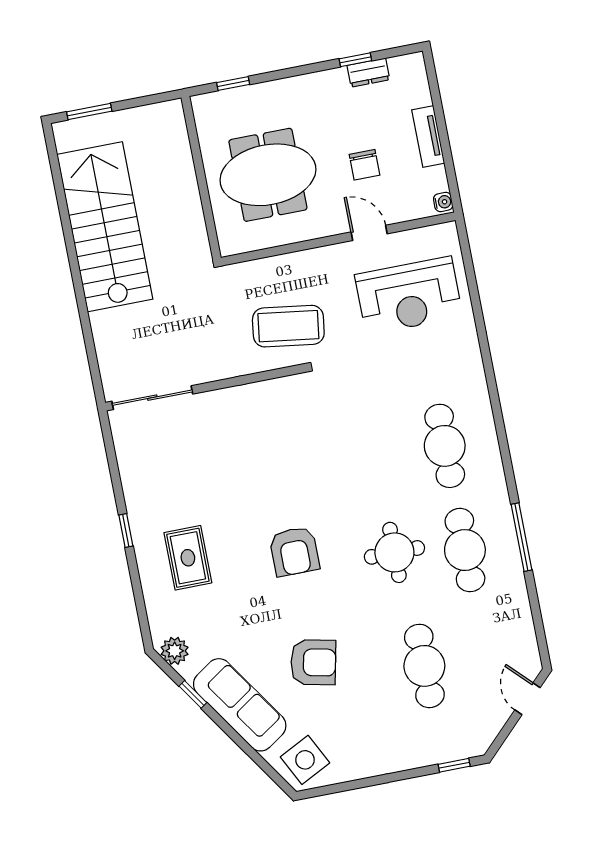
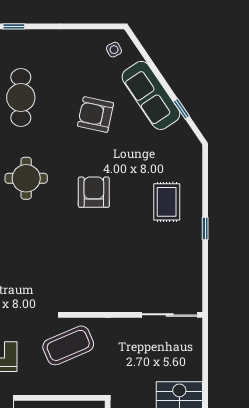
coffee table: (288, 326) -> (68, 345), turned -31
plant: (175, 651) -> (188, 141), removed
side table: (305, 760) -> (114, 50), width x0.54, depth x0.54

